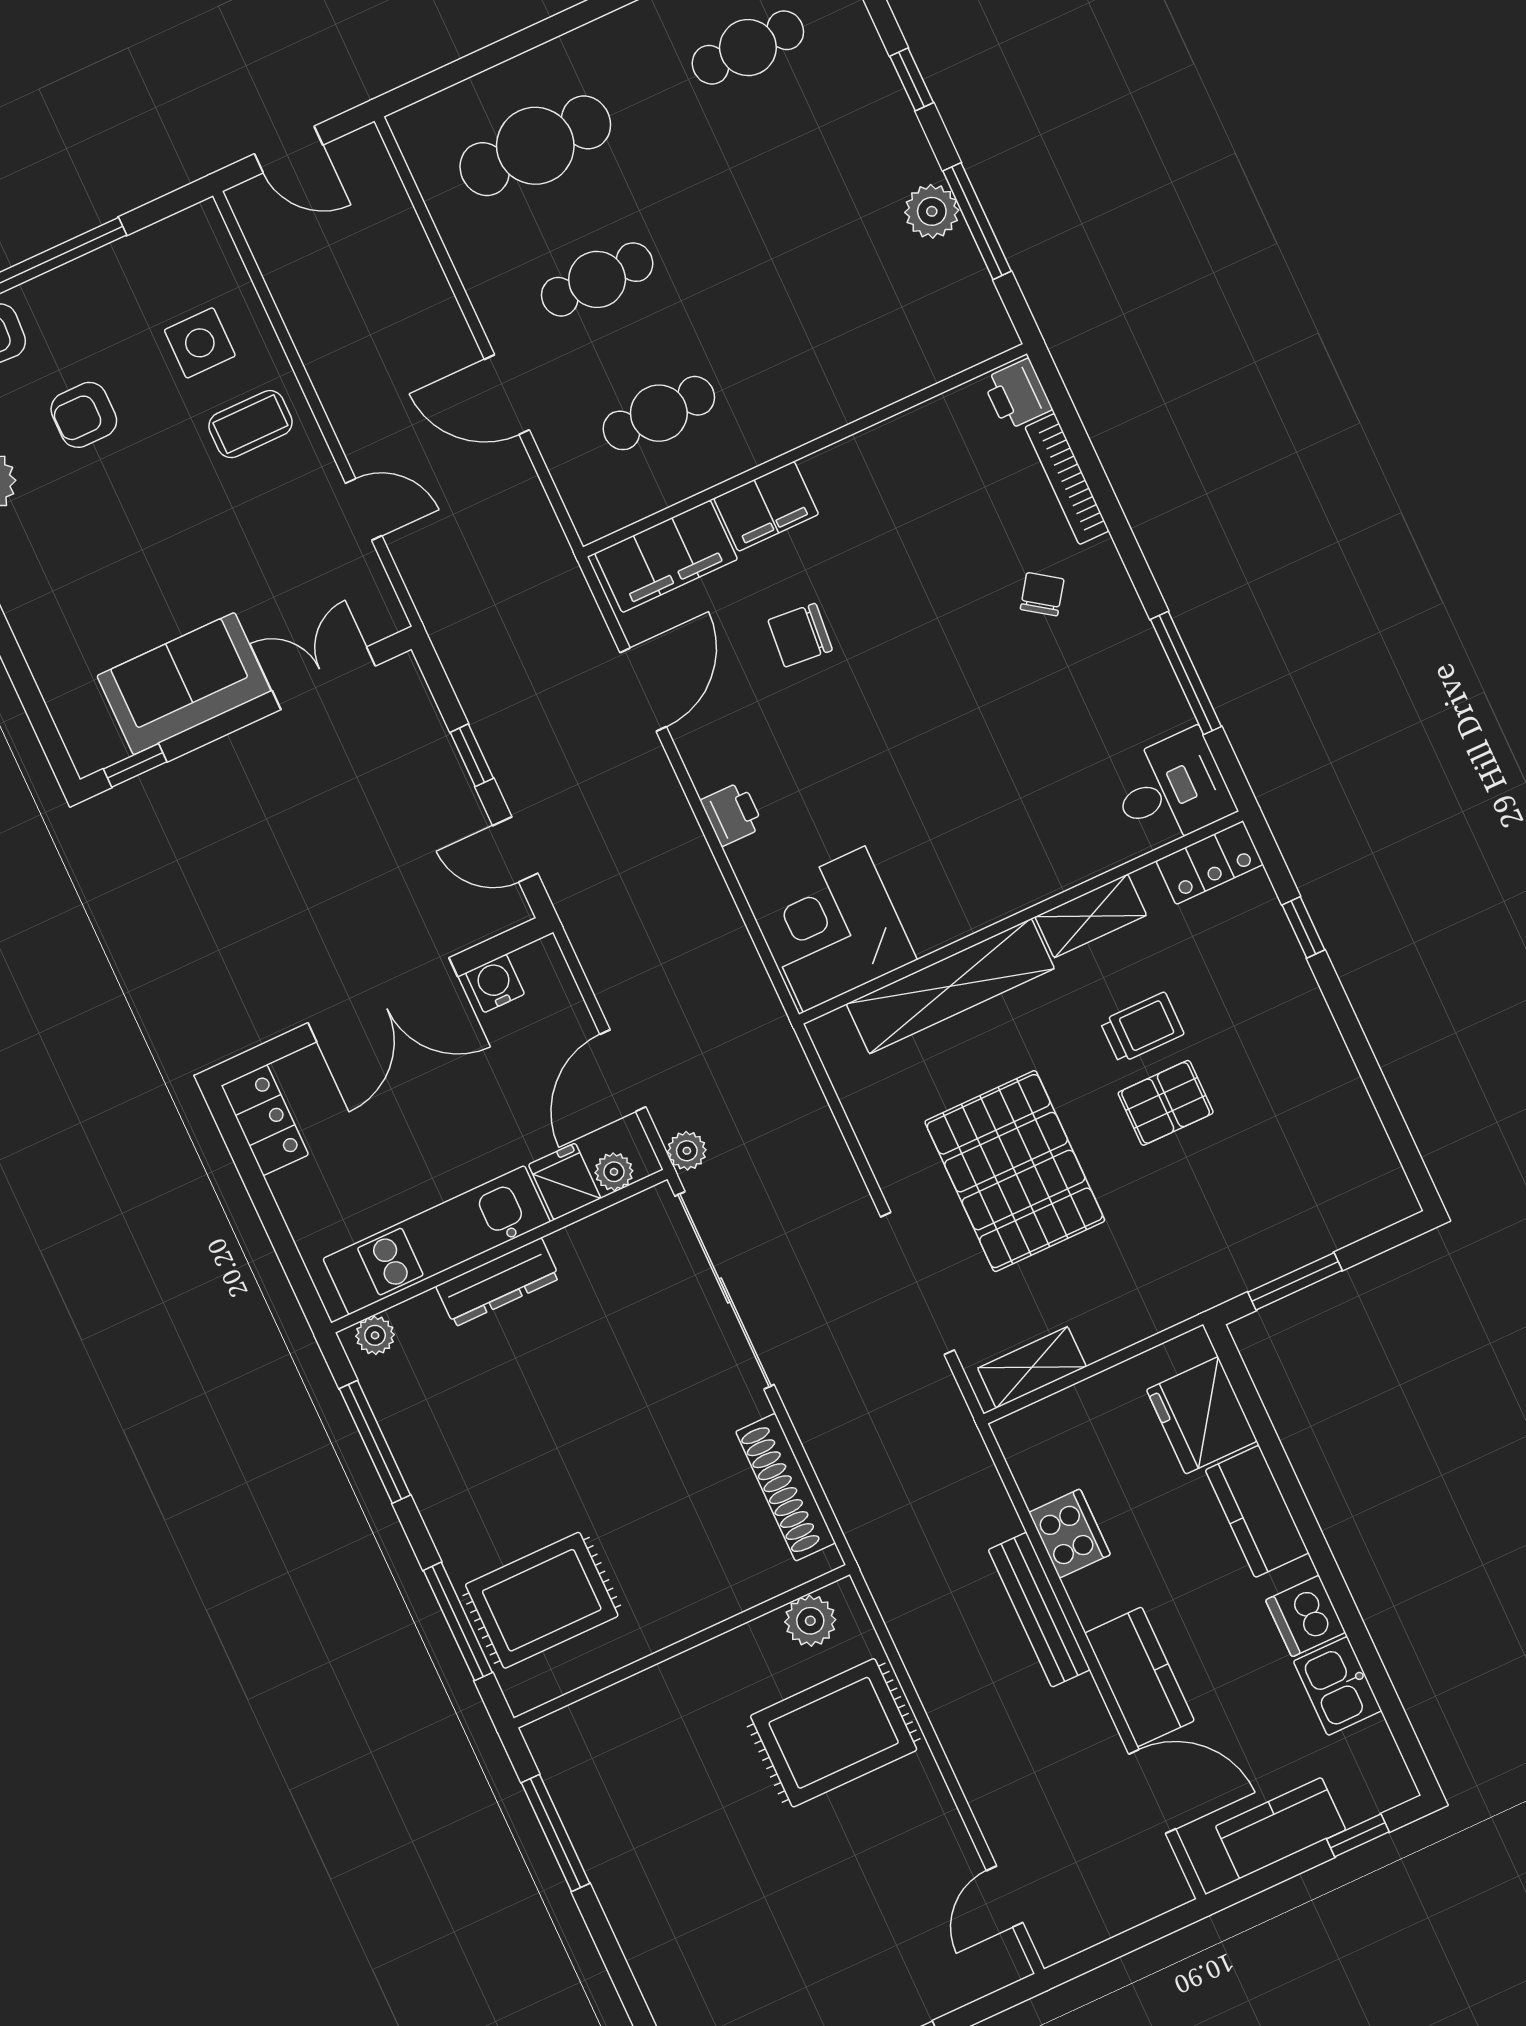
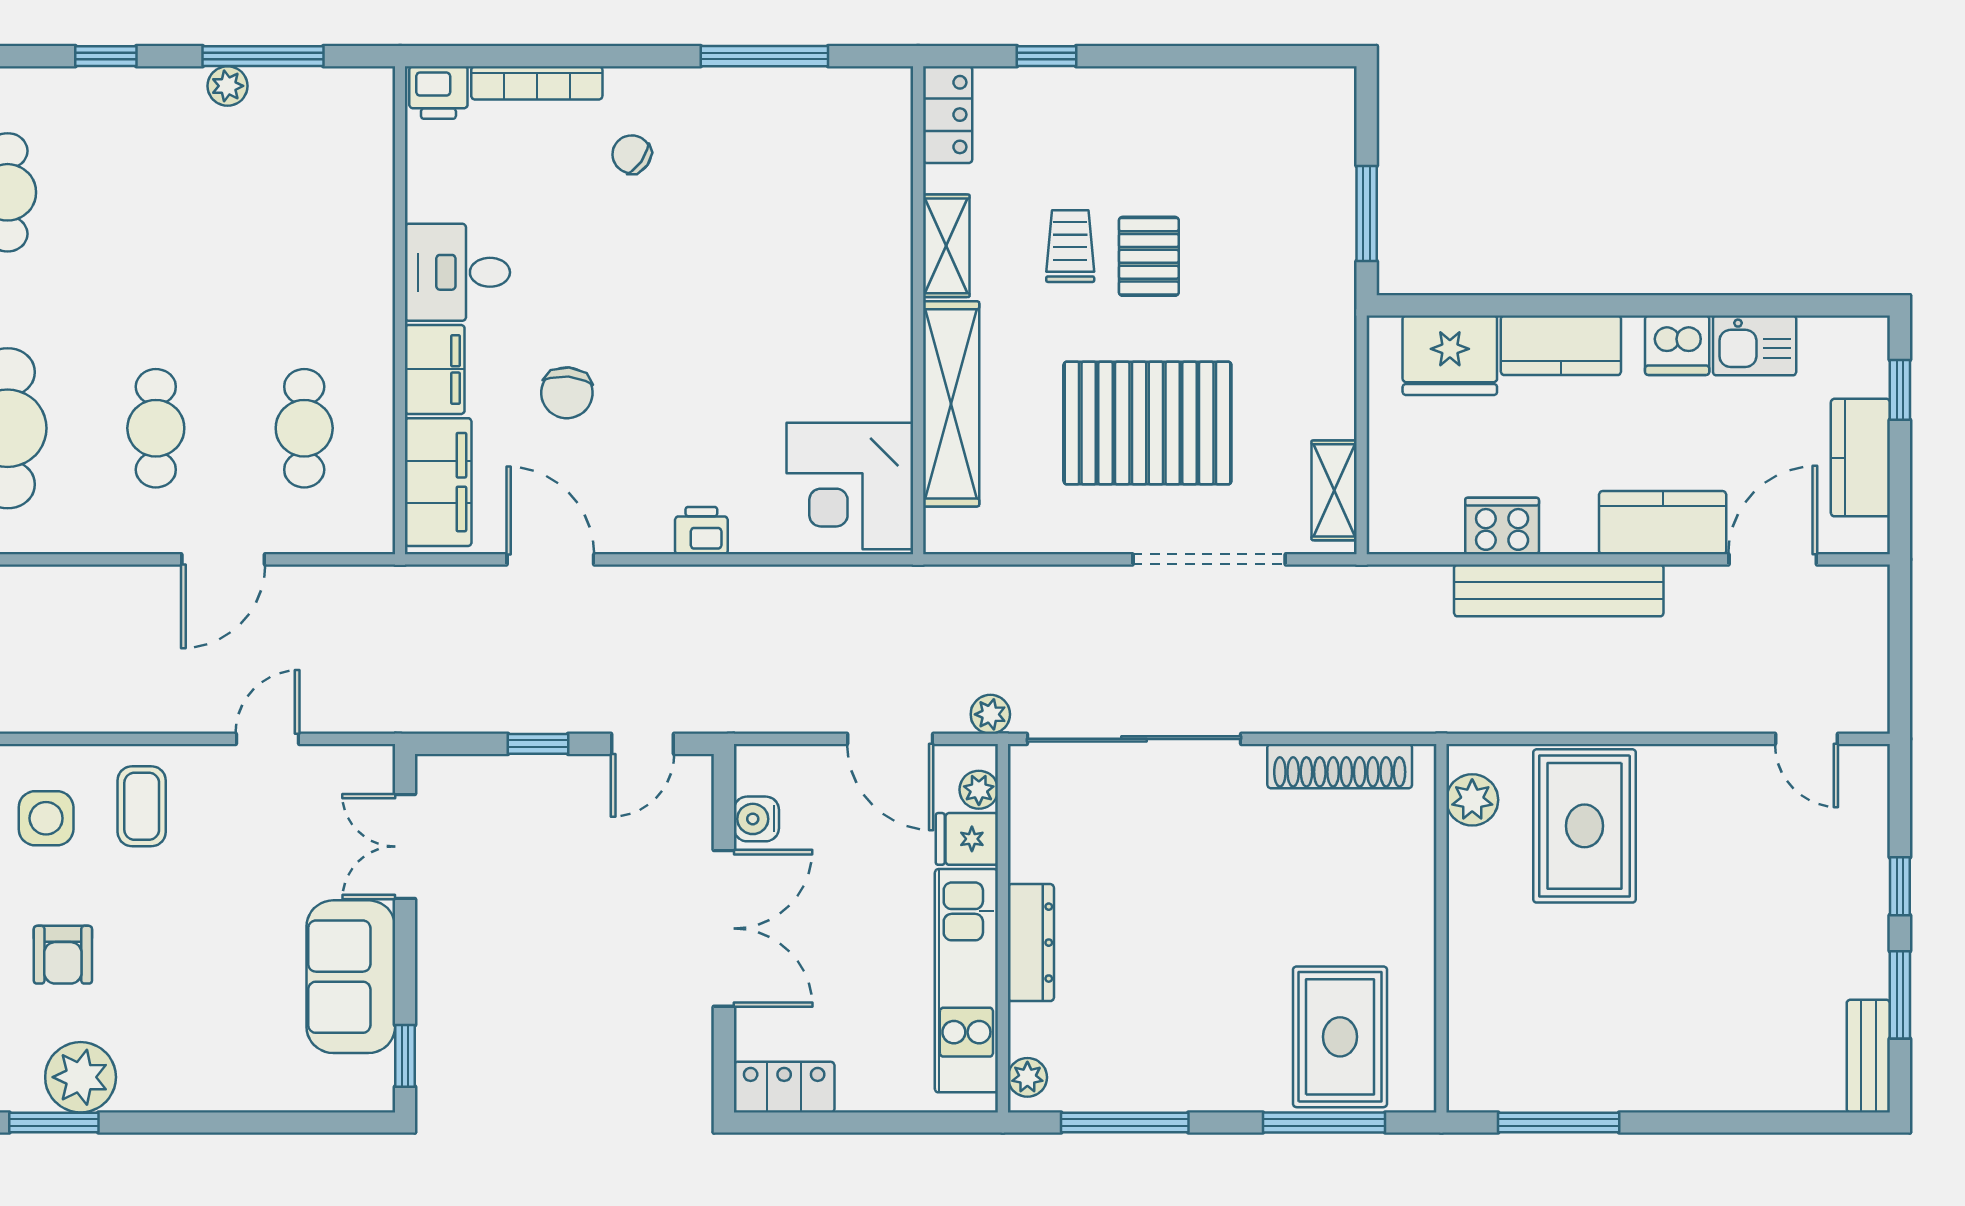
plant: (932, 211) -> (228, 86), width x0.73, depth x0.73
desk: (1171, 789) -> (457, 272), moved, turned -90
bench: (1039, 1610) -> (1559, 590), width x1.37, depth x1.21

